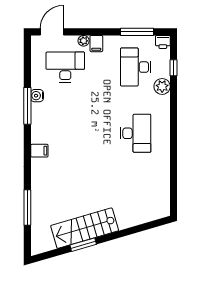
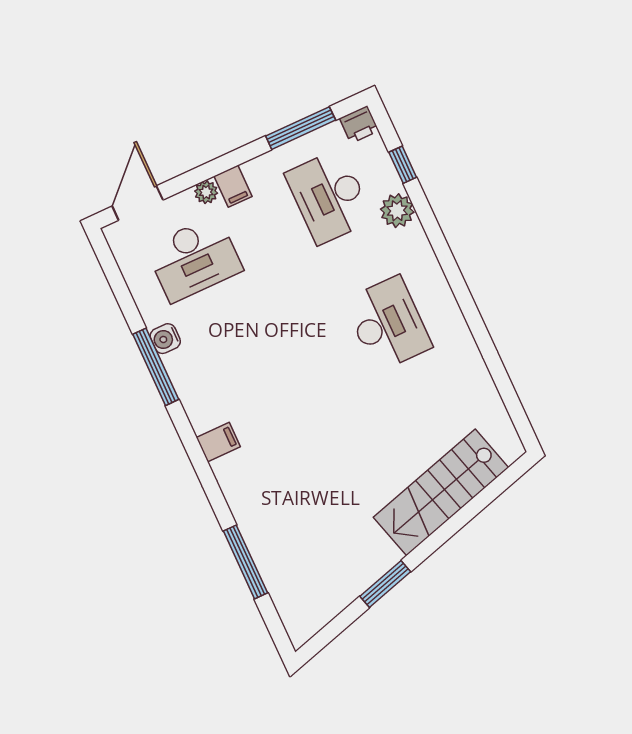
desk: (65, 67) -> (194, 259), turned 180
stairs: (85, 228) -> (441, 492), moved

